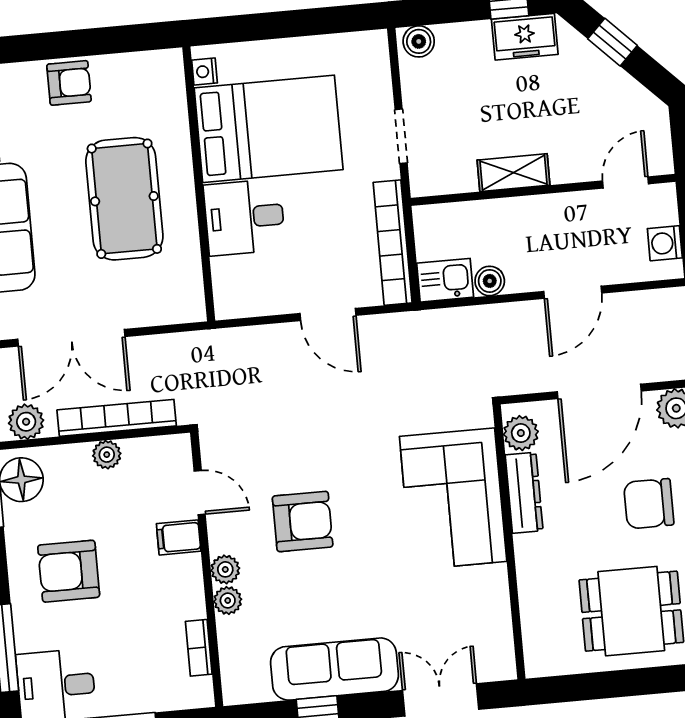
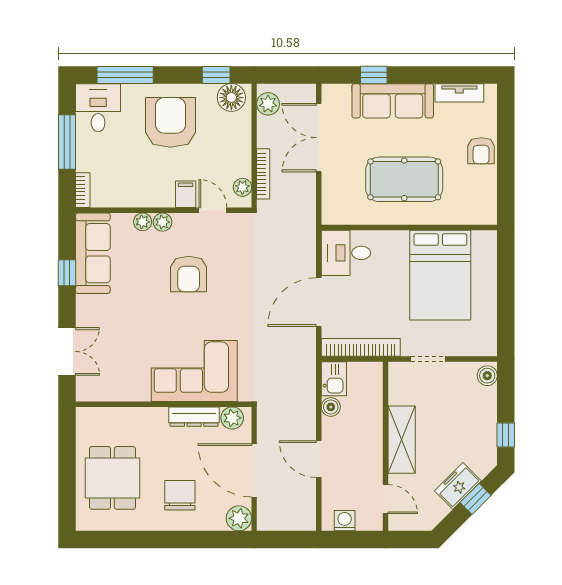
freezer: (525, 37) -> (458, 486), moved, turned 45
nightstand: (204, 72) -> (480, 238), removed
shelving: (514, 173) -> (402, 440), width x1.50, depth x1.33
desk: (245, 217) -> (346, 253), moved, turned -90
door: (328, 314) -> (319, 302), width x1.36
bookcase: (117, 418) -> (263, 174), width x0.68, depth x0.76
plant: (107, 455) -> (242, 187), moved
door: (200, 493) -> (213, 210), swing flipped
armchair: (69, 571) -> (170, 122), width x1.36, depth x1.36
bookcase: (199, 648) -> (83, 190), moved, turned 90
sofa: (334, 669) -> (93, 253), moved

